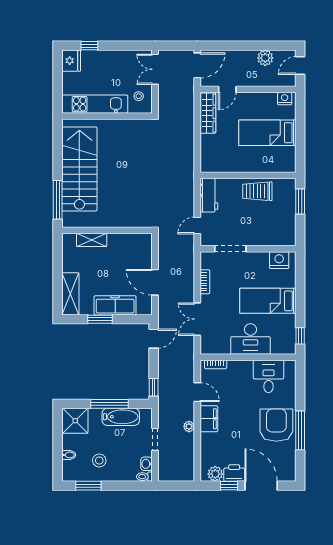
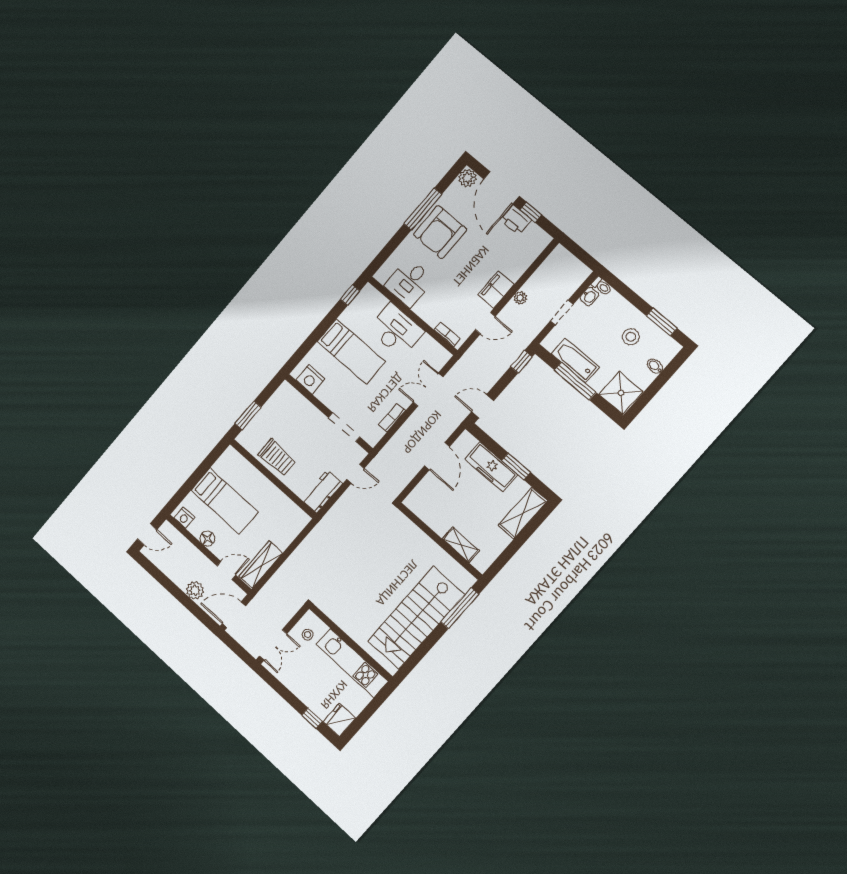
plant: (265, 58) -> (195, 590), moved
floor lamp: (258, 99) -> (207, 539), added
double door: (197, 319) -> (428, 390), swing flipped
door: (197, 392) -> (485, 323), swing flipped
plant: (215, 474) -> (467, 178), moved

